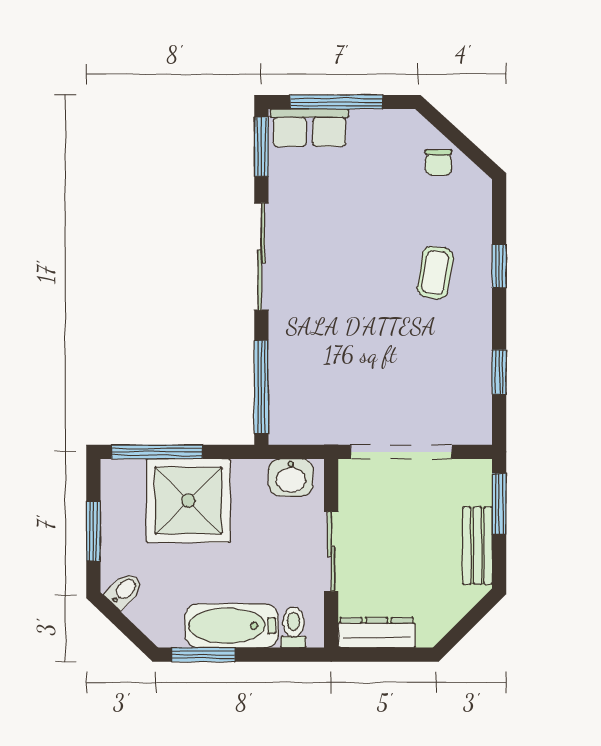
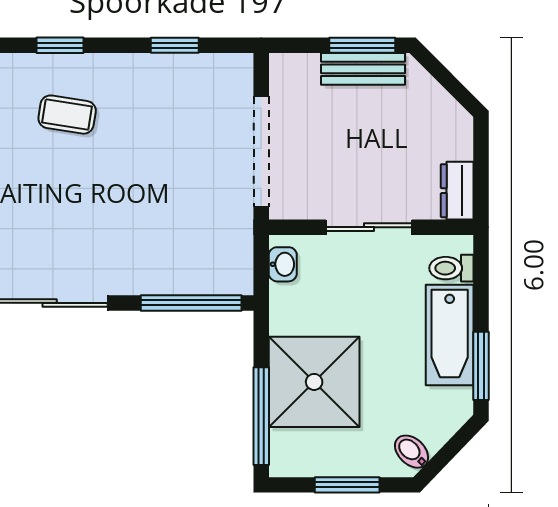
washbasin: (291, 477) -> (283, 264), width x0.72, depth x0.69
window: (499, 504) -> (362, 45), moved
dresser: (377, 633) -> (457, 191), width x0.70

